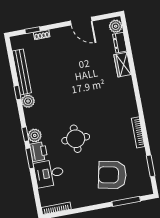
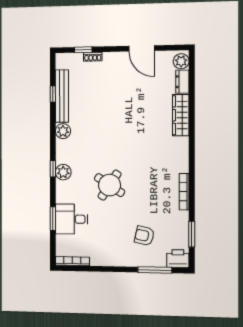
wardrobe: (123, 65) -> (181, 115), width x1.50
window: (17, 93) -> (53, 94), moved
round table: (76, 139) -> (110, 185), turned 33
printer: (39, 152) -> (178, 259), moved, turned -90
window: (30, 158) -> (53, 219), moved
armchair: (112, 175) -> (144, 236), width x0.53, depth x0.53

